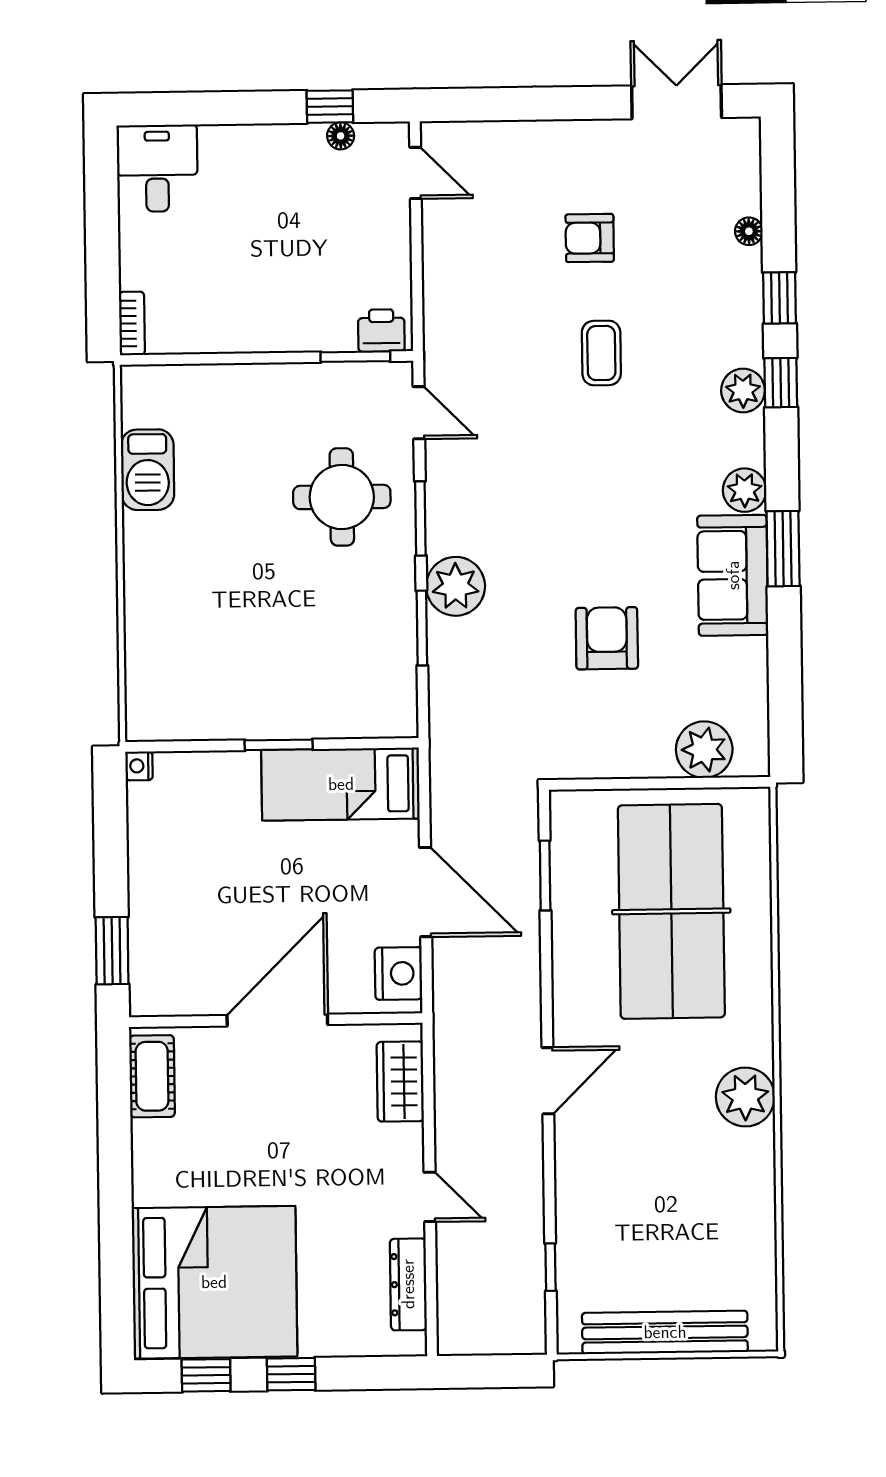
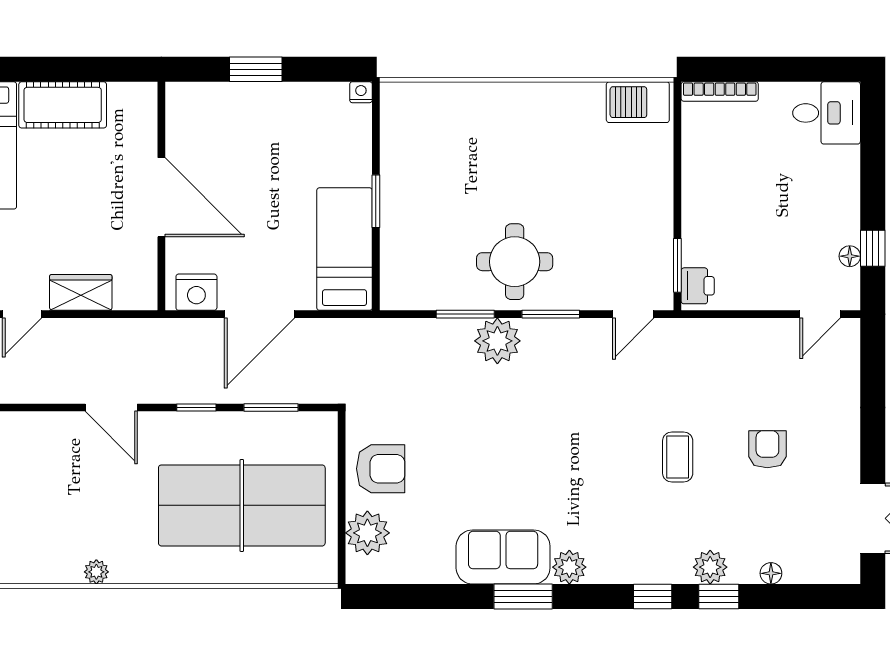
bookcase: (132, 323) -> (720, 92), width x1.56
coffee table: (601, 353) -> (678, 457), turned 90
plant: (743, 390) -> (710, 567), moved
barbecue: (148, 470) -> (638, 102), moved
round table: (342, 497) -> (515, 262), moved
armchair: (607, 638) -> (381, 469), moved
window: (112, 951) -> (256, 69), moved
window: (546, 971) -> (196, 407), added
cot: (152, 1076) -> (63, 105), moved, width x1.37, depth x1.34
wardrobe: (400, 1082) -> (81, 292), moved
plant: (745, 1097) -> (96, 572), width x0.53, depth x0.53

